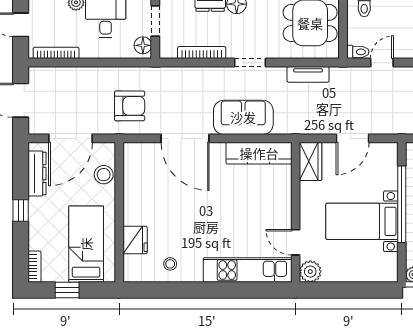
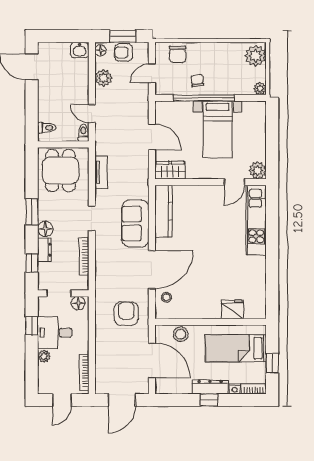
dresser: (37, 174) -> (210, 387), moved
nightstand: (35, 243) -> (235, 389), added
stool: (170, 264) -> (166, 297), moved

